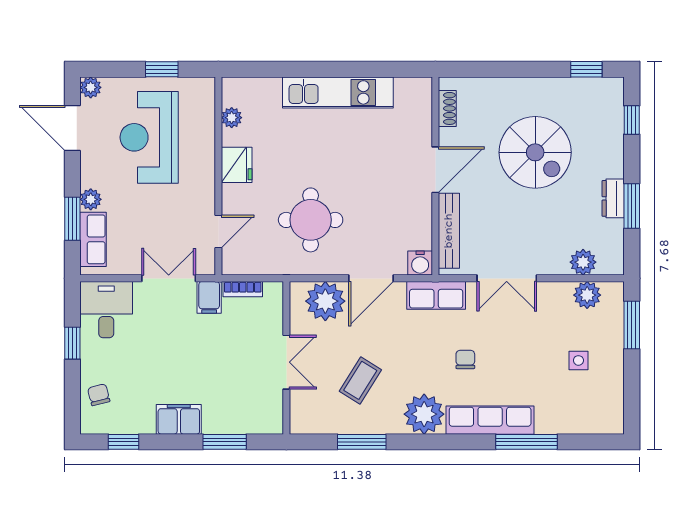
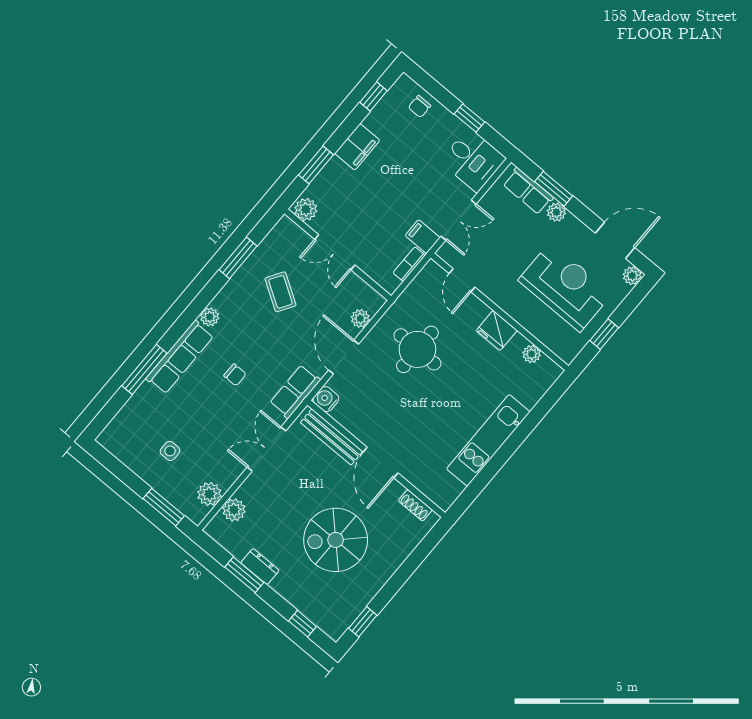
plant: (325, 301) -> (360, 318), width x0.53, depth x0.53
chair: (99, 395) -> (419, 107), turned 104
plant: (424, 414) -> (210, 317), width x0.53, depth x0.53
plant: (270, 418) -> (306, 209), added

